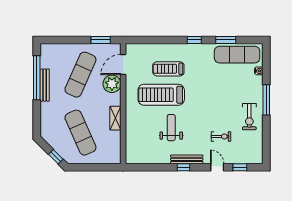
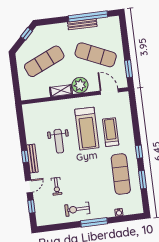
exercise mat: (237, 55) -> (121, 174), moved
plant: (112, 84) -> (80, 85), moved
treadmill: (161, 95) -> (87, 129), turned 180
weight bench: (171, 128) -> (59, 141), turned 90
window: (56, 157) -> (27, 34), moved

